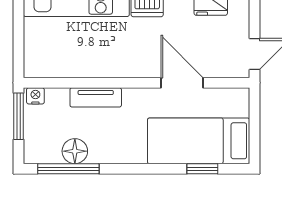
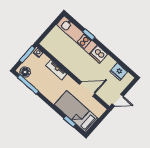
door: (182, 83) -> (87, 89), hinge flipped
floor lamp: (75, 151) -> (25, 72), moved

